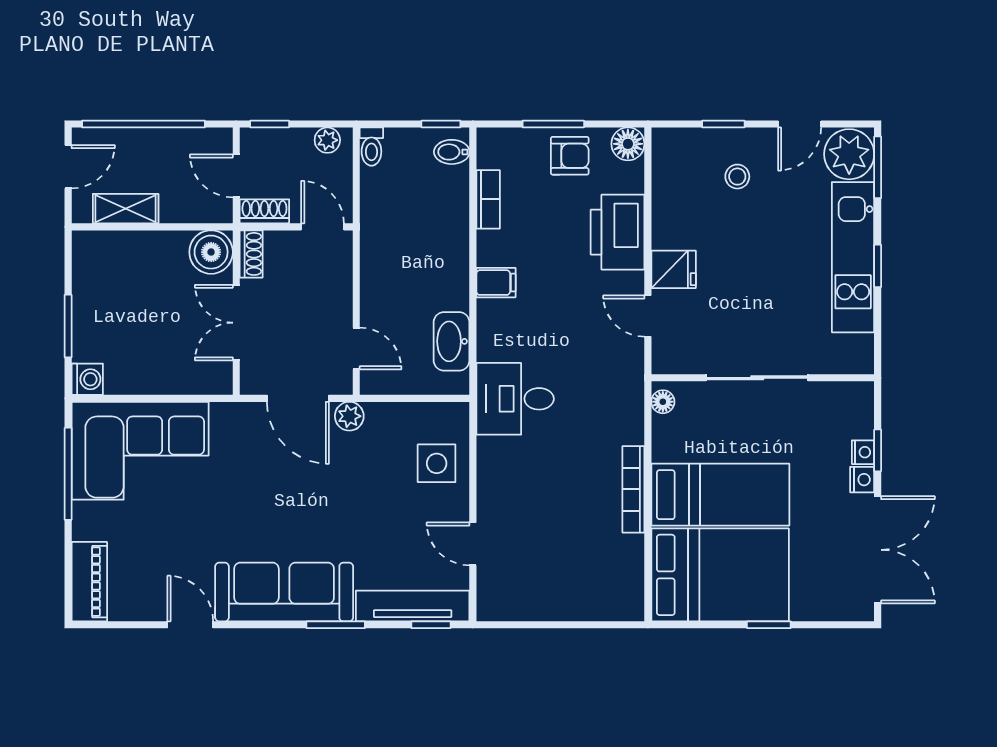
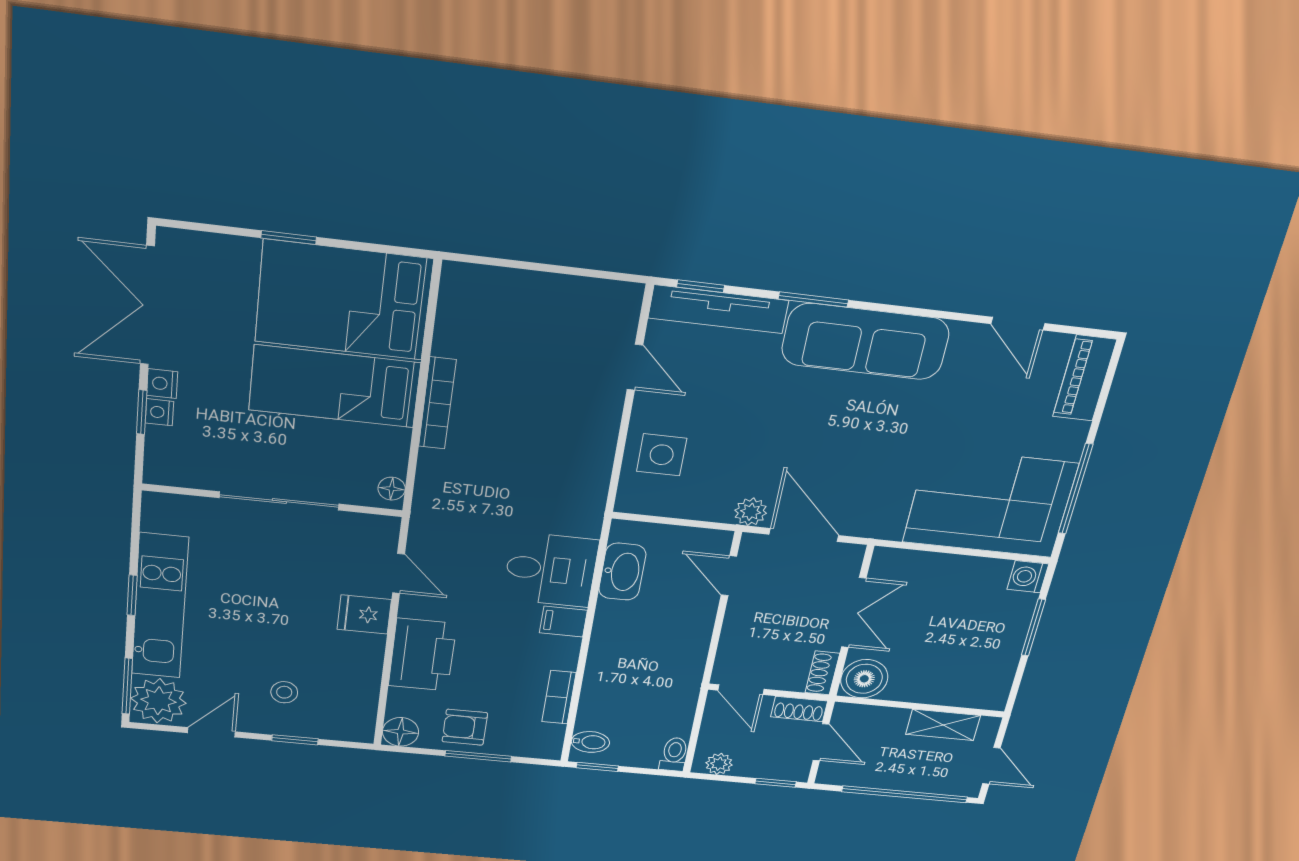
door: (68, 167) -> (991, 766), swing flipped
desk: (515, 399) -> (551, 570), moved
door: (190, 625) -> (1018, 324), moved

